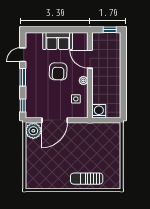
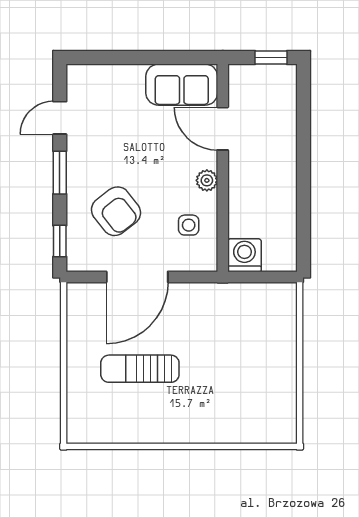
sofa: (58, 41) -> (182, 85), moved
armchair: (58, 71) -> (116, 211), moved, turned -40
plant: (33, 131) -> (86, 302), removed
sun lounger: (87, 179) -> (140, 369), moved

